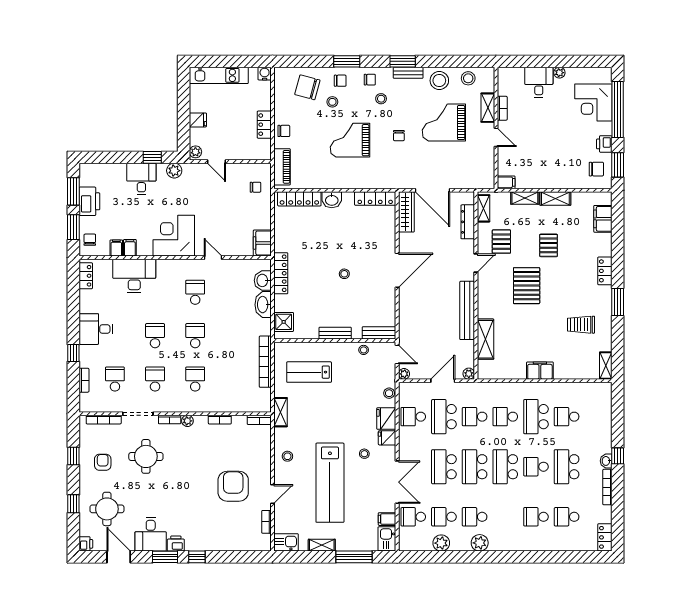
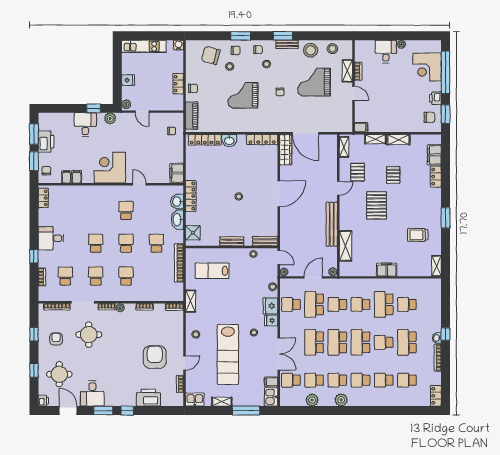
dresser: (468, 222) -> (332, 157), removed
locker: (605, 271) -> (436, 177), moved
desk: (134, 276) -> (80, 198), removed
school desk: (235, 336) -> (156, 243), added
school desk: (505, 517) -> (360, 380), added
printer: (176, 544) -> (148, 398), moved, width x1.87, depth x1.48

